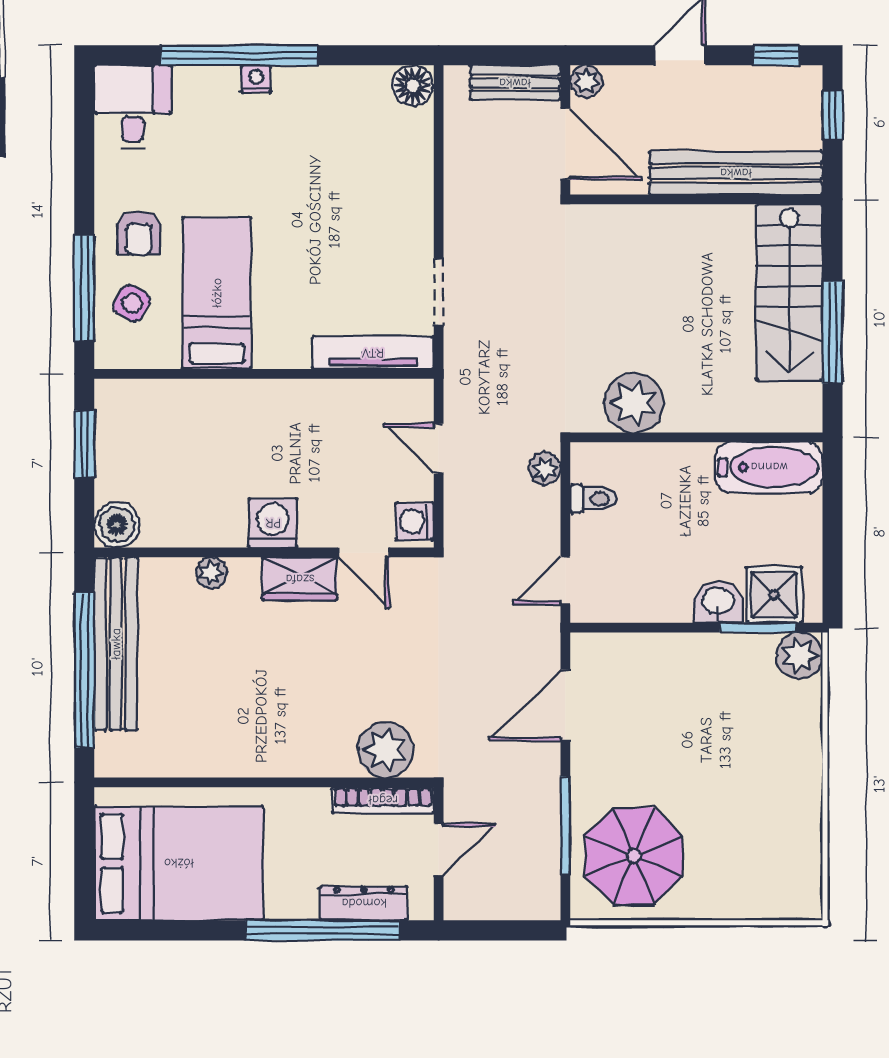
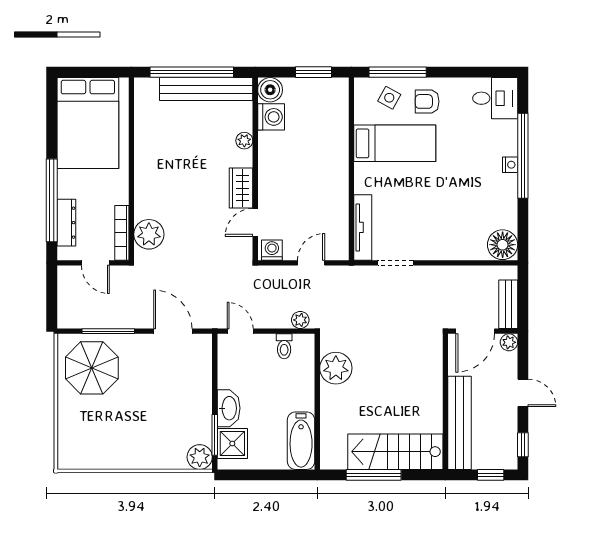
floor lamp: (412, 85) -> (503, 245), width x1.38, depth x1.38
washing machine: (273, 523) -> (271, 117), moved
washbasin: (718, 602) -> (229, 408), width x1.38

